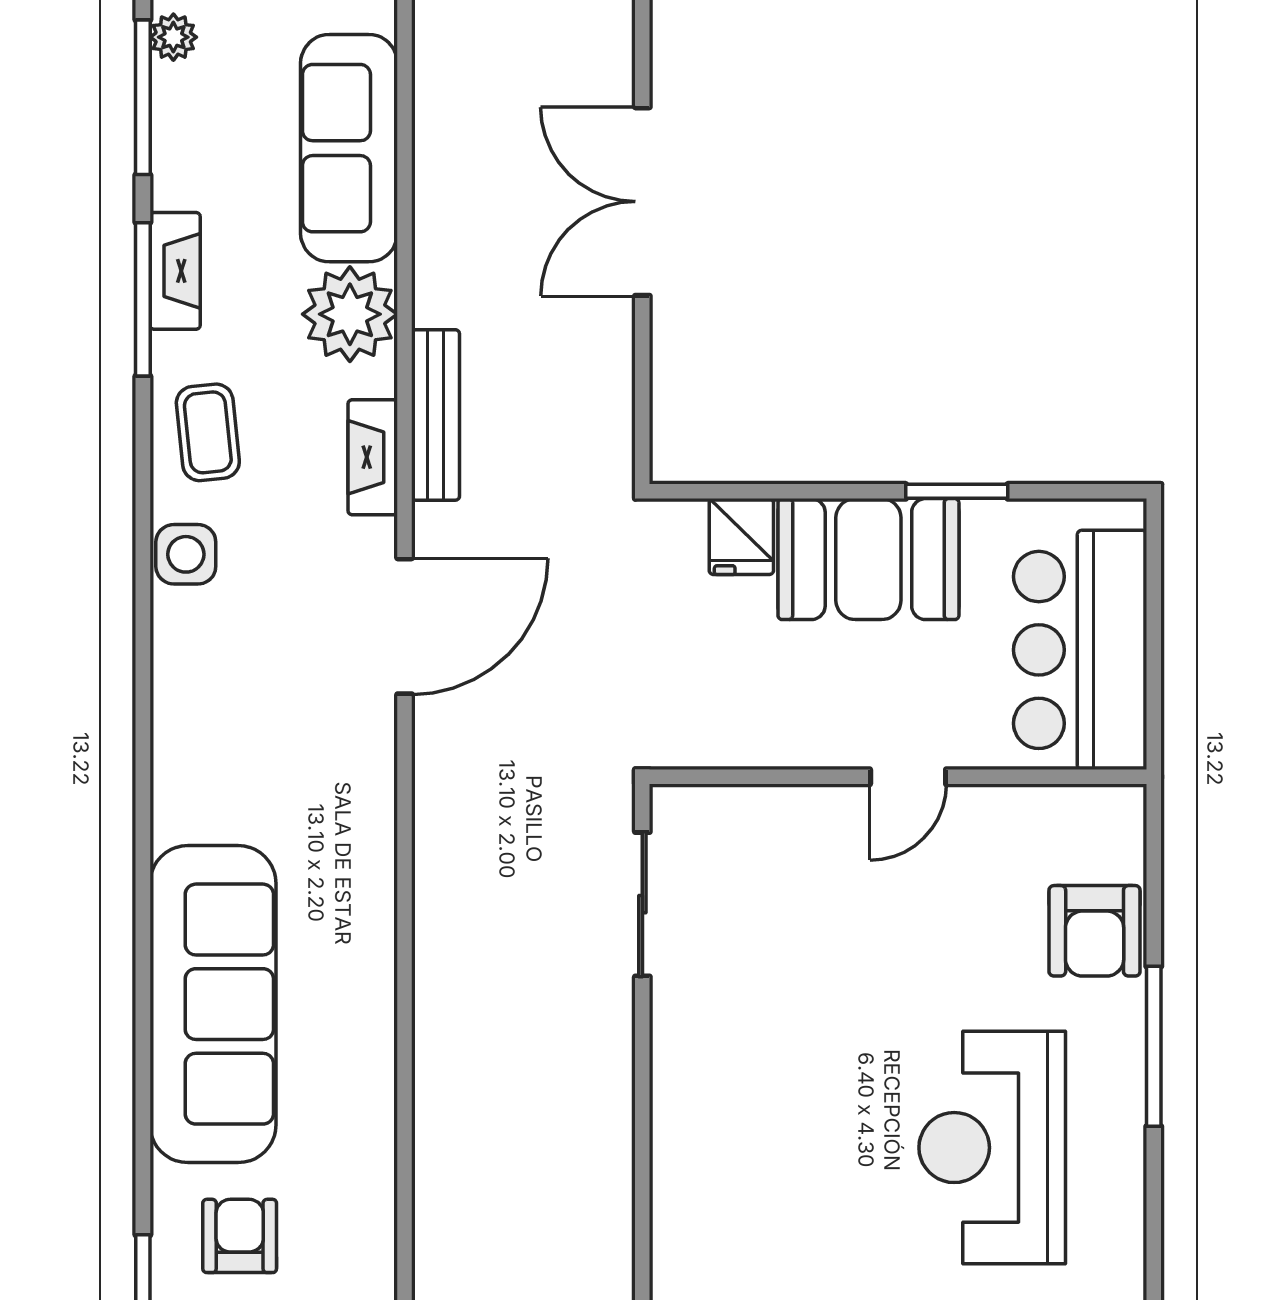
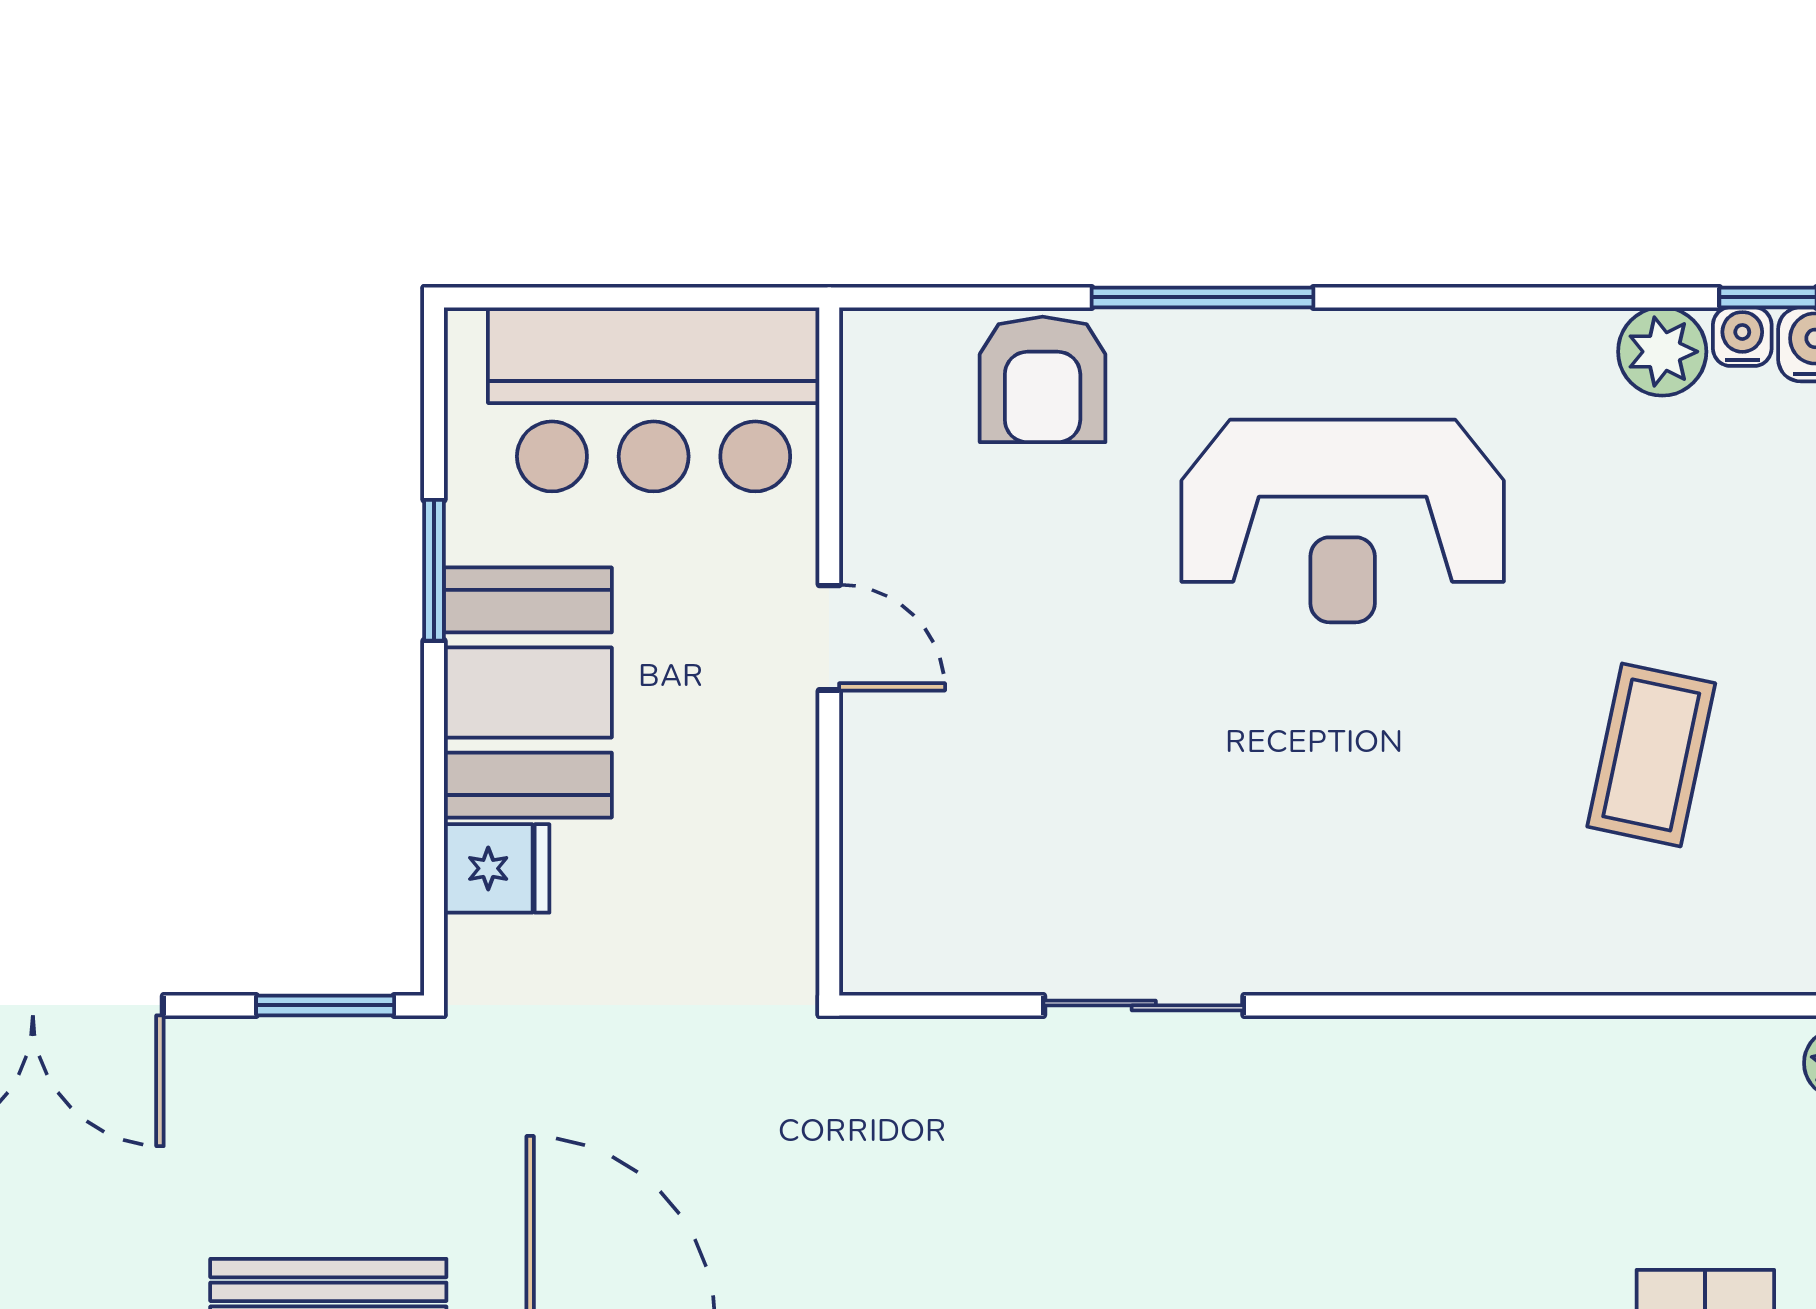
window: (642, 413) -> (325, 1005), added
sliding door: (642, 904) -> (1144, 1005), moved
armchair: (1095, 931) -> (1043, 379), turned 90

